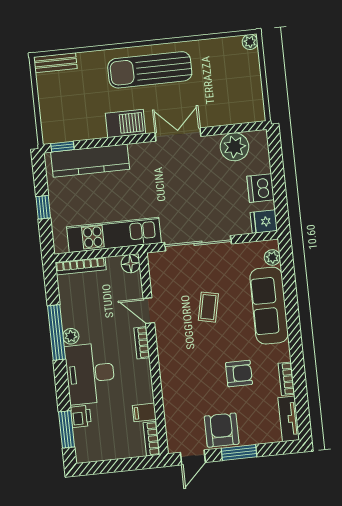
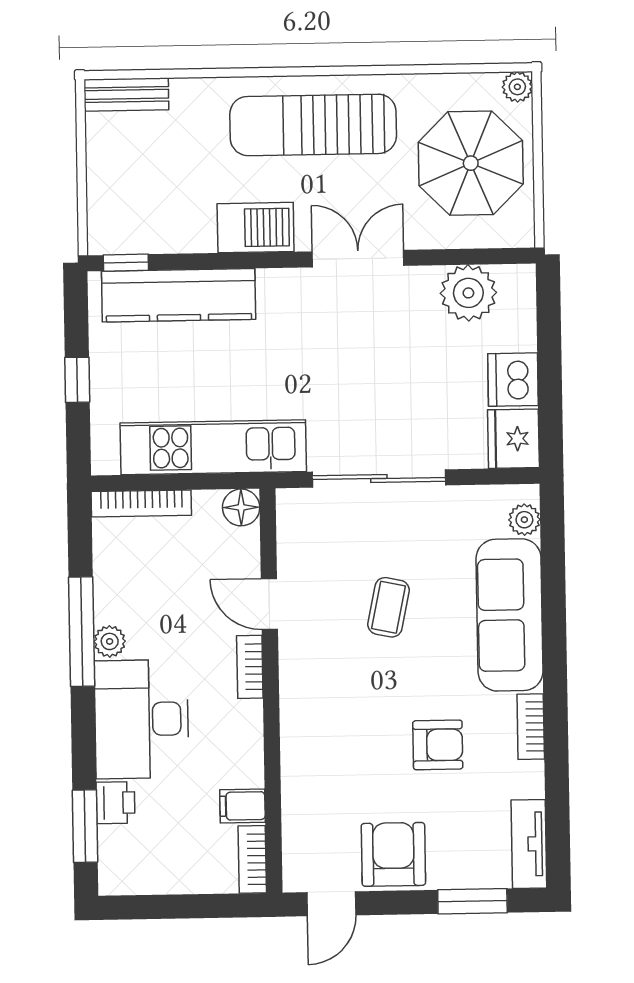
parasol: (230, 82) -> (471, 163), added
fridge: (264, 222) -> (513, 439), width x1.38
bookcase: (286, 379) -> (531, 727), moved
window: (239, 453) -> (472, 901), moved

